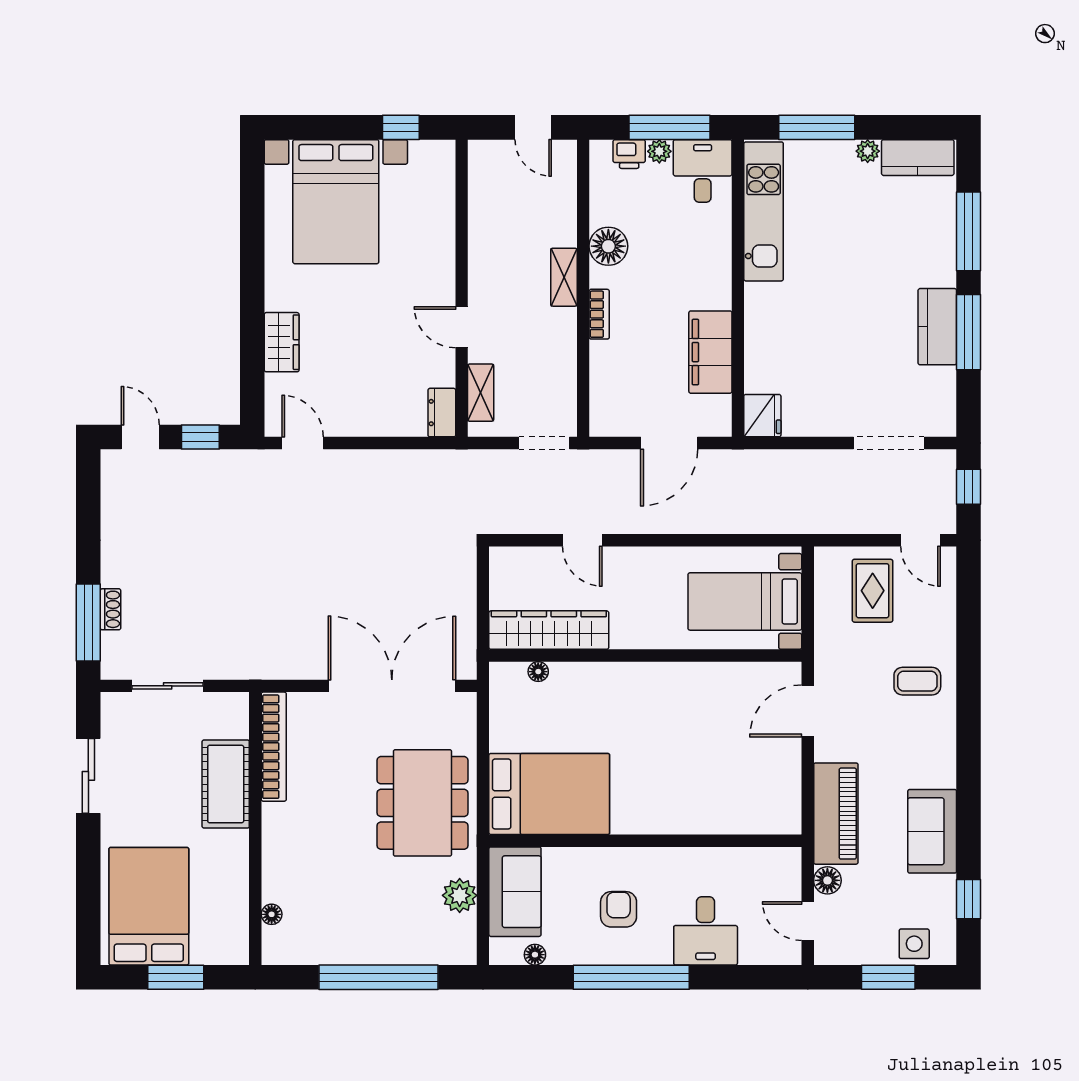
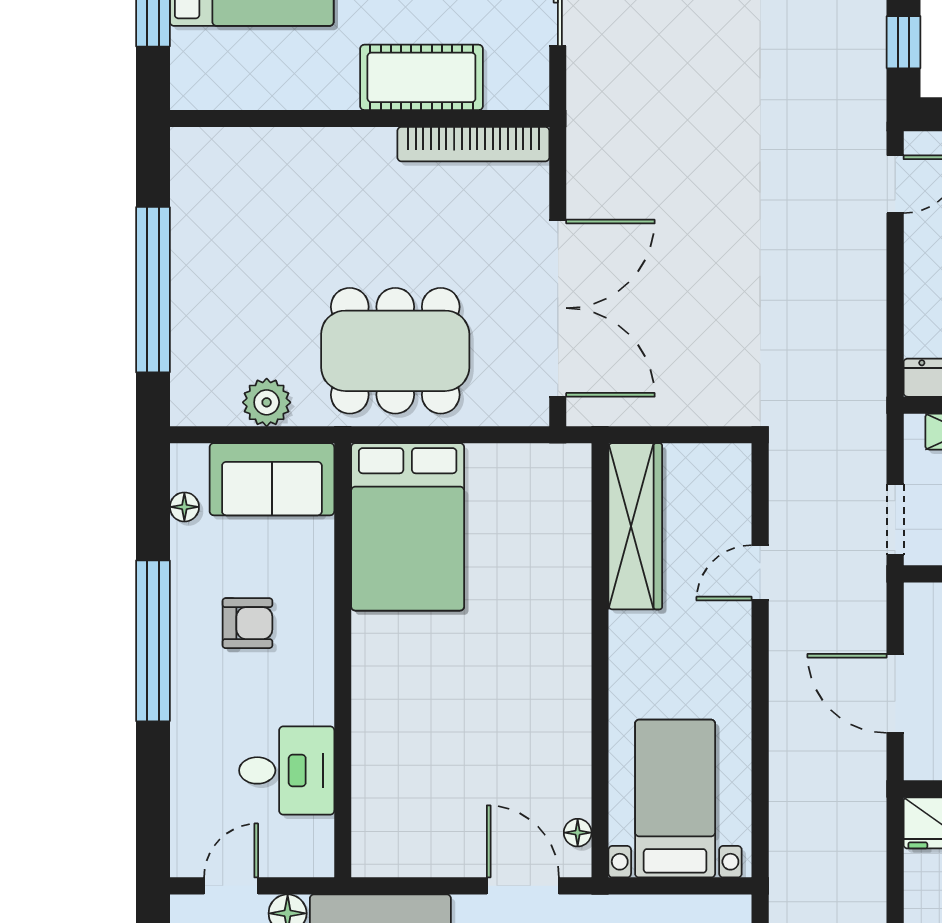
floor lamp: (538, 672) -> (578, 833), moved
floor lamp: (272, 914) -> (240, 141), removed
desk: (706, 931) -> (287, 770), moved, turned 180

